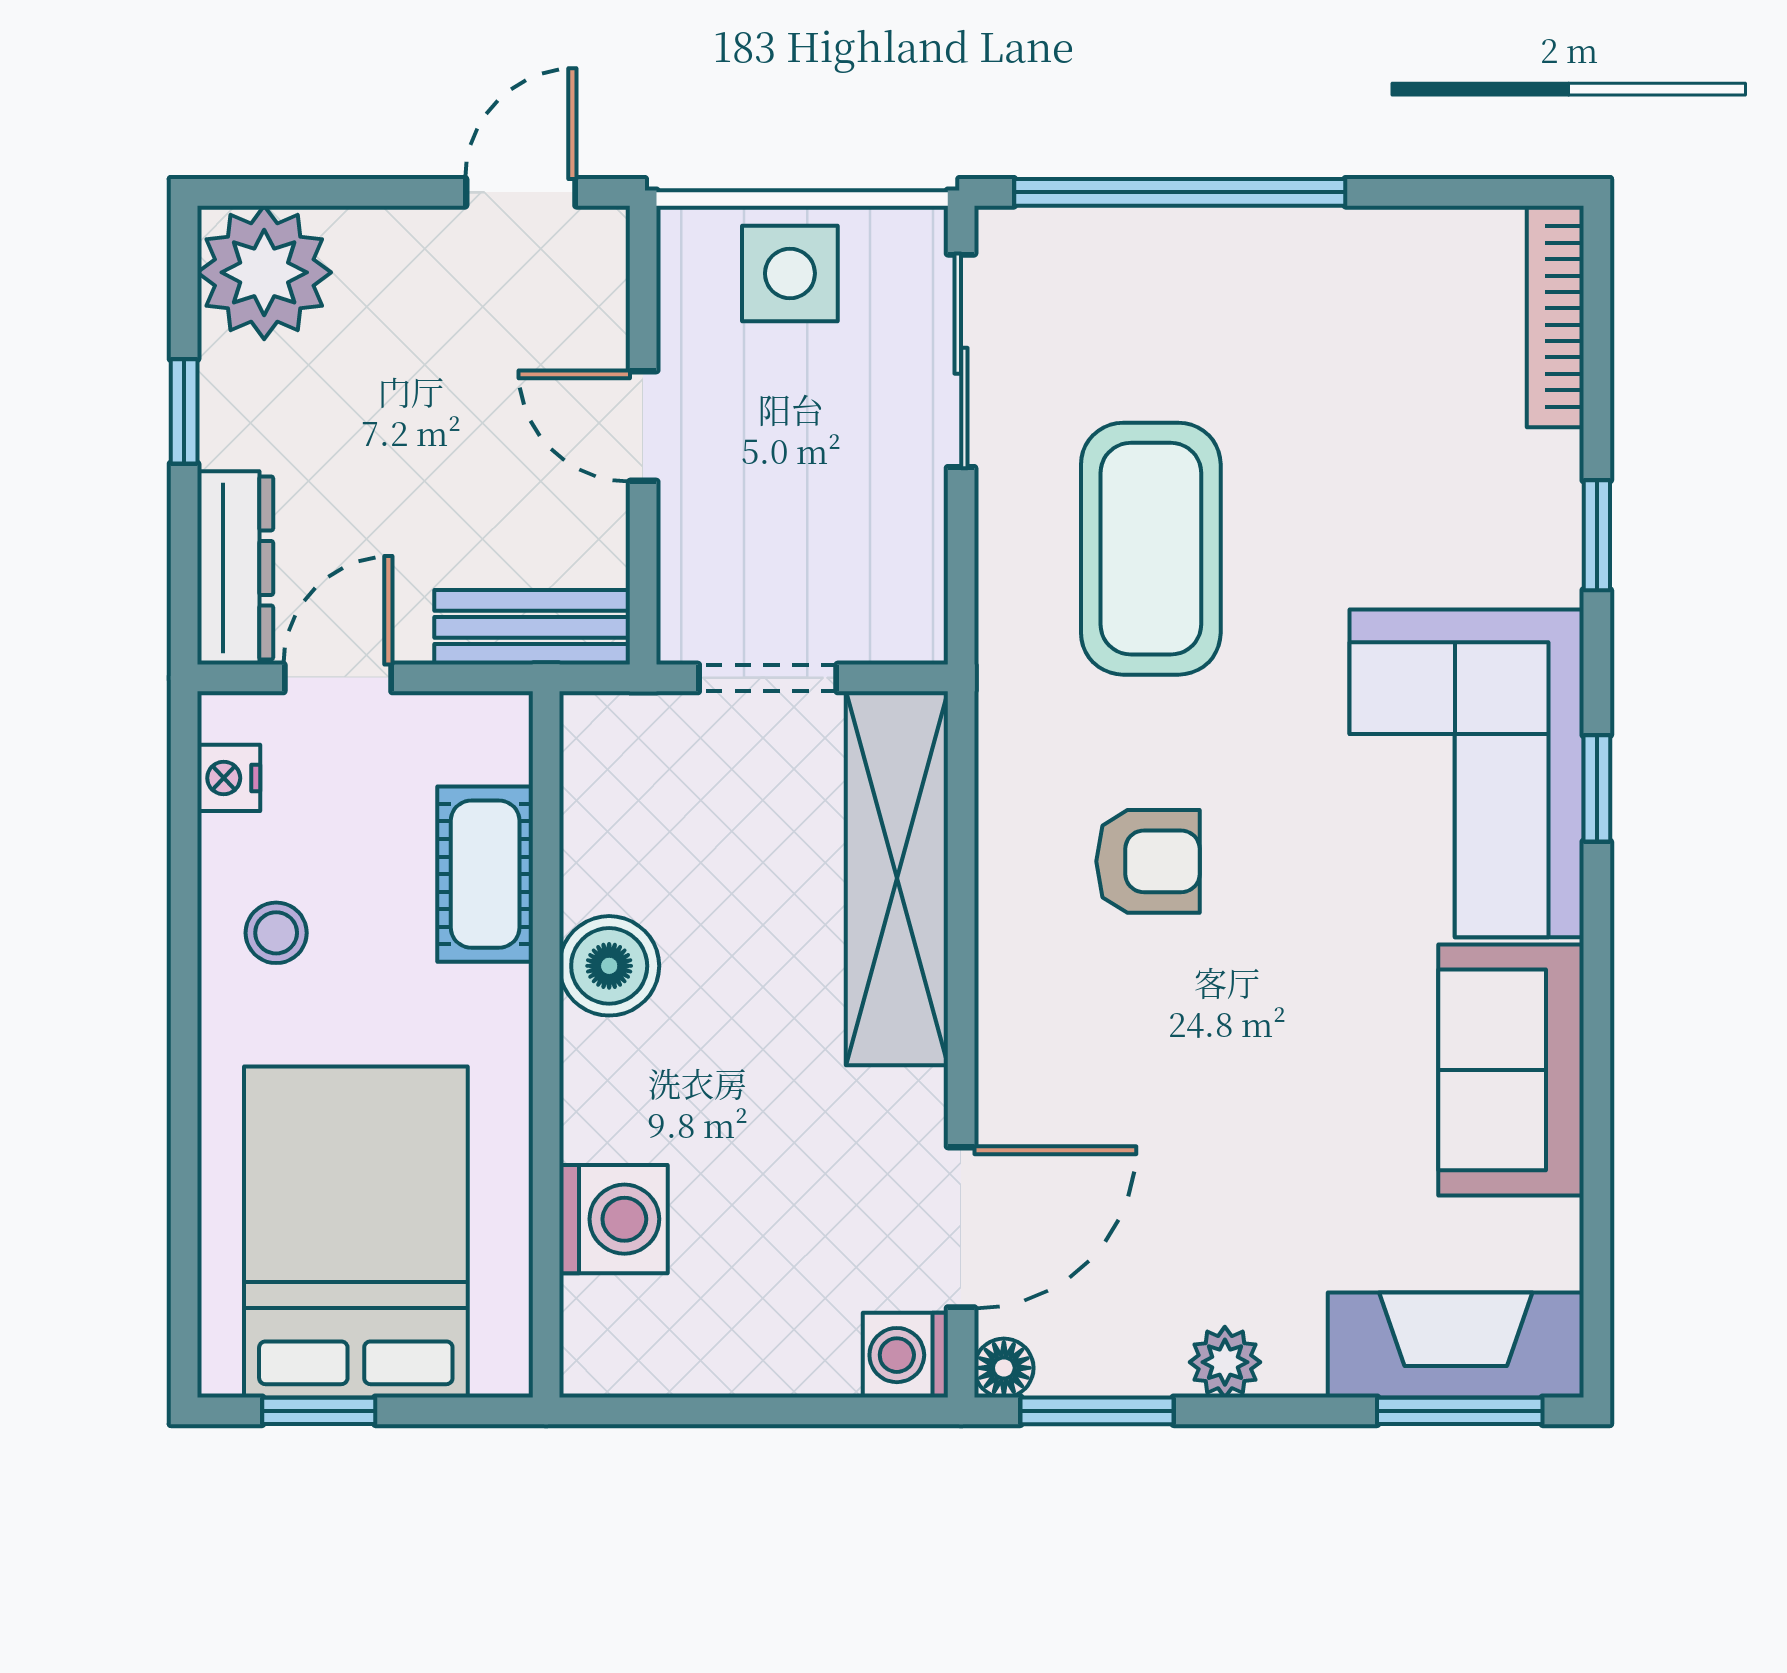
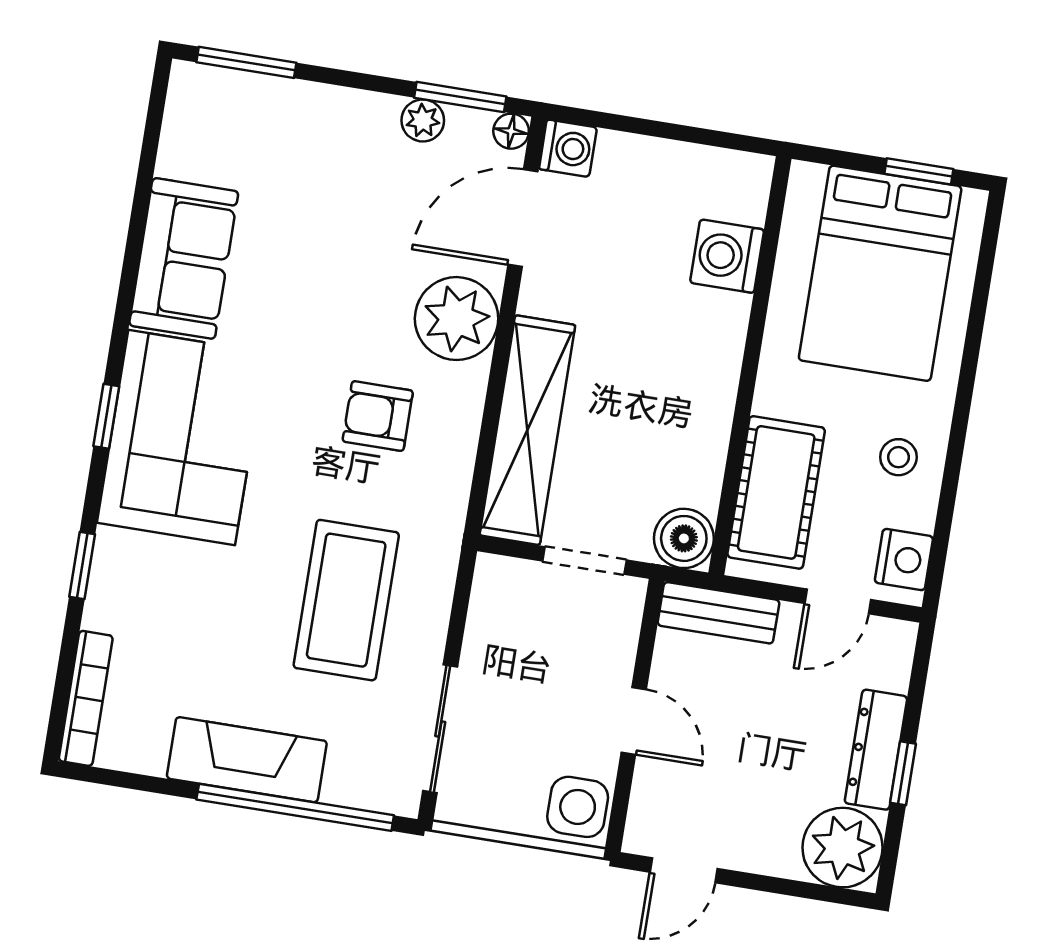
side table: (790, 273) -> (578, 807), moved
dresser: (235, 568) -> (876, 750), moved
nightstand: (229, 778) -> (904, 560), width x1.39, depth x1.35
cot: (485, 874) -> (776, 492), width x1.37, depth x1.34
boiler: (609, 966) -> (684, 538), moved
plant: (1044, 1044) -> (457, 319), added
fireplace: (1456, 1345) -> (247, 760), moved, turned 180
plant: (1225, 1362) -> (423, 120), moved

